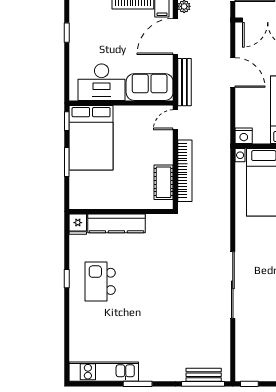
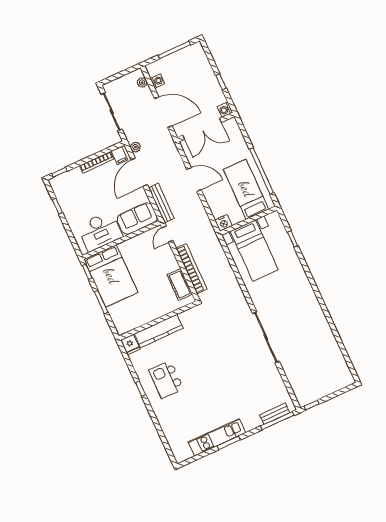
kitchen unit: (104, 372) -> (217, 437), moved

